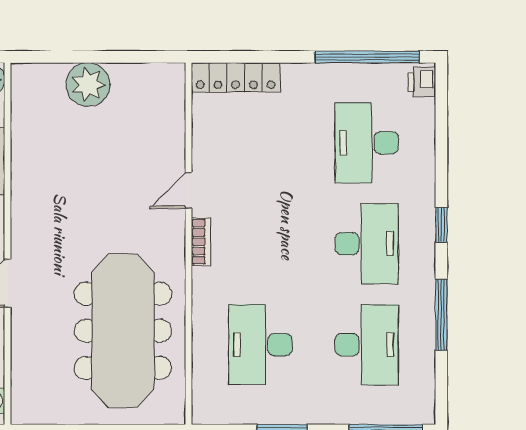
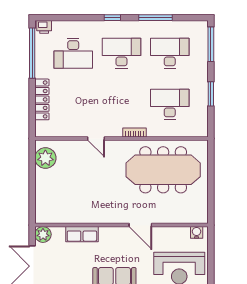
locker: (236, 77) -> (42, 99), moved
plant: (88, 85) -> (45, 158), moved
bookcase: (201, 242) -> (135, 133), moved
desk: (260, 345) -> (170, 104), turned 180

